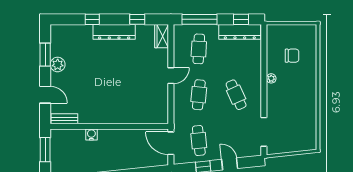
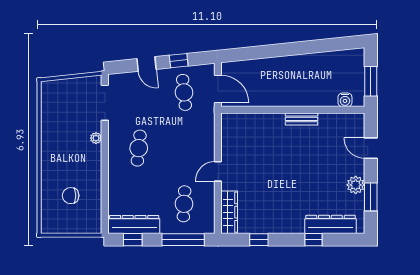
dresser: (114, 32) -> (330, 224), moved
wardrobe: (162, 36) -> (229, 212), width x1.50
plant: (271, 78) -> (96, 138), moved
cafe table: (199, 95) -> (184, 148), removed
cafe table: (236, 95) -> (139, 148), turned 30
bench: (64, 119) -> (302, 119), moved
water cooler: (91, 134) -> (345, 100), moved

